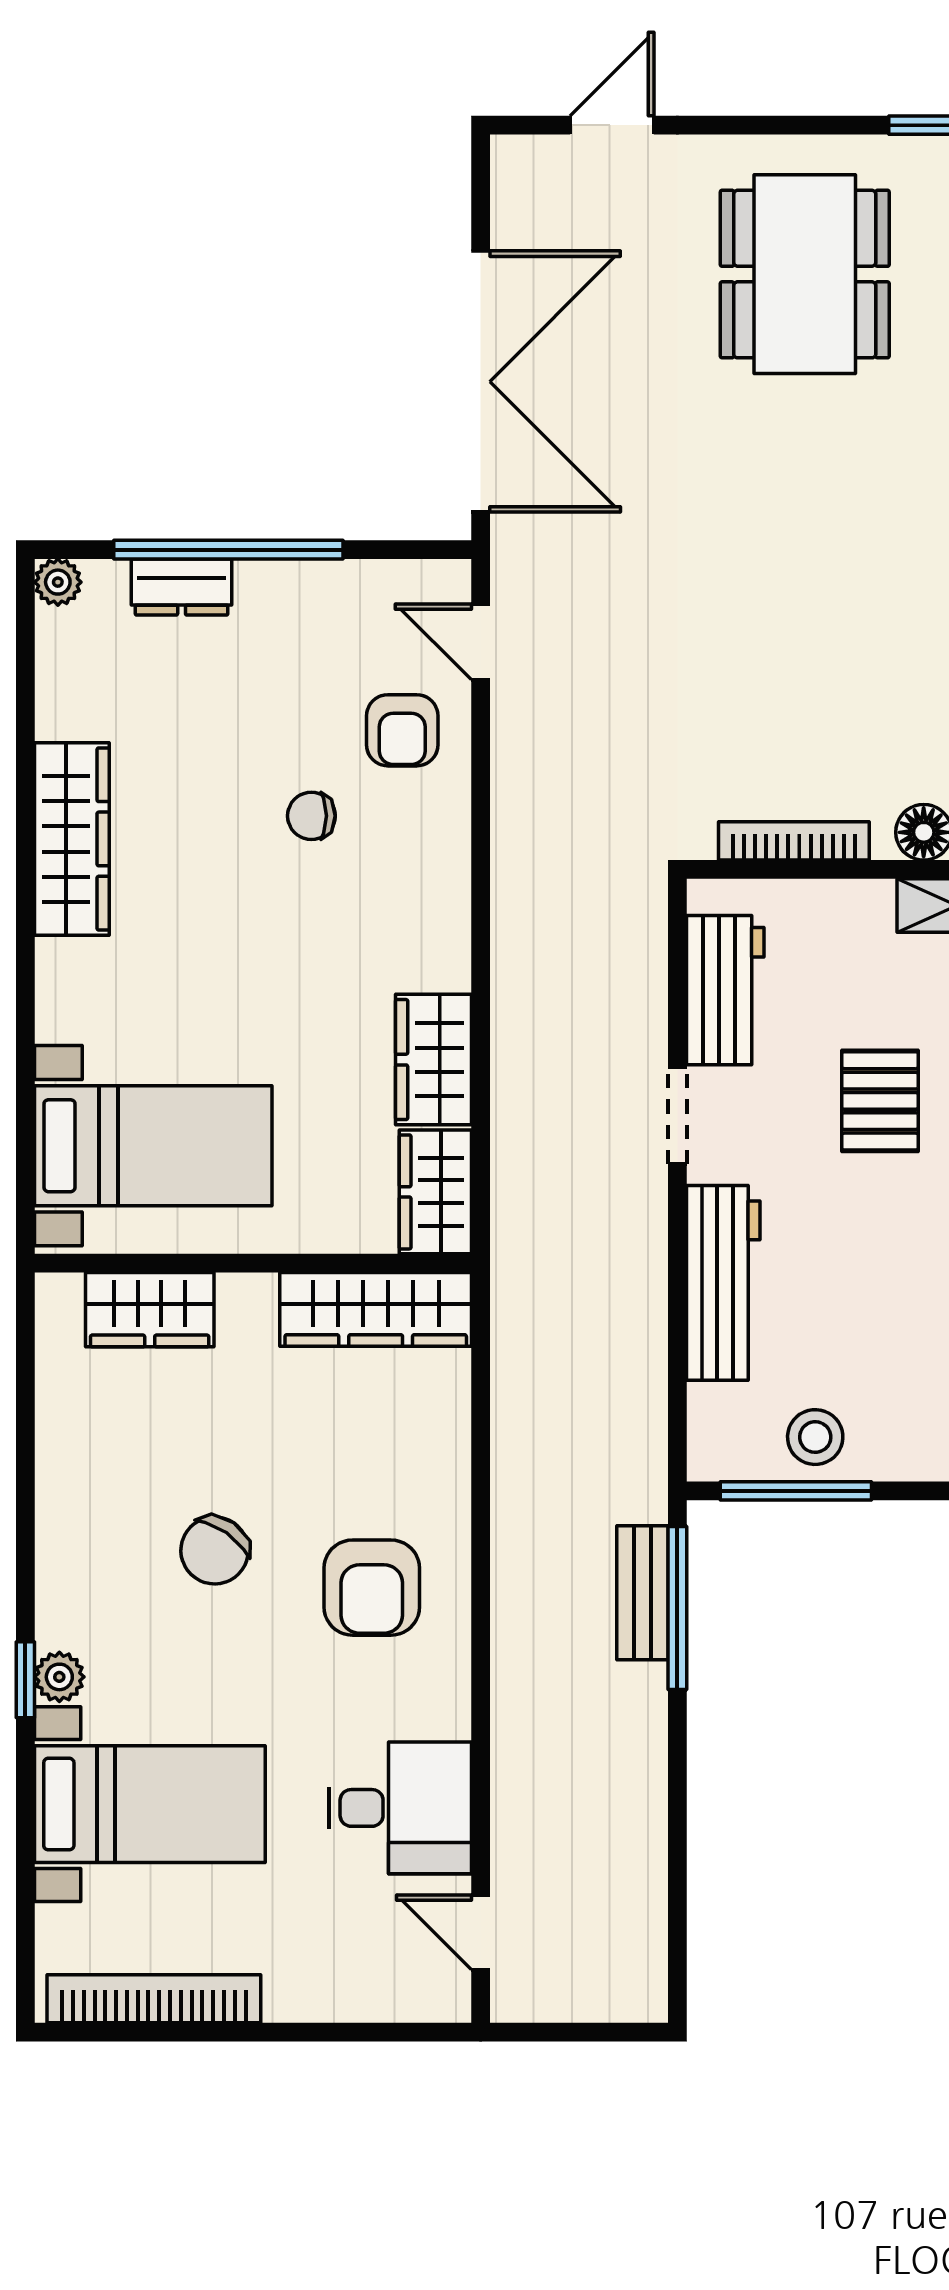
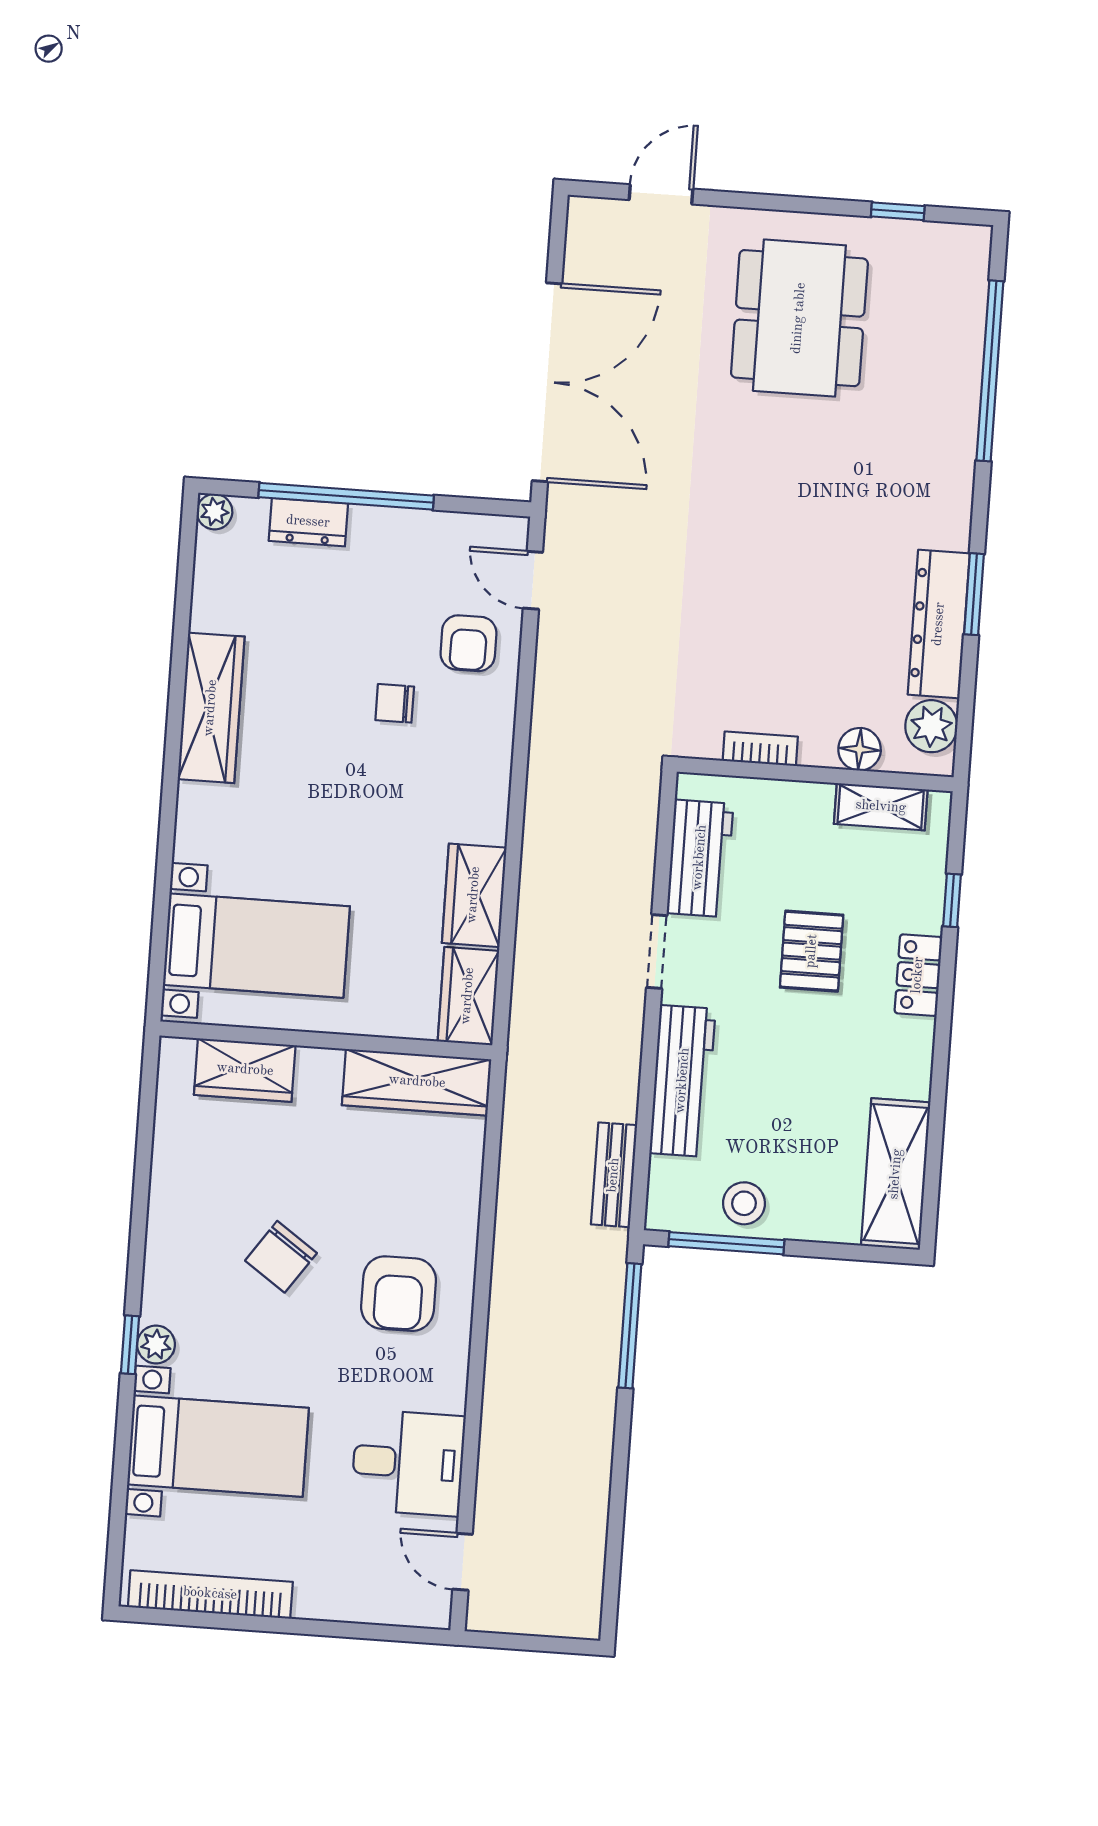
bookcase: (794, 841) -> (760, 749), width x0.64
bench: (643, 1593) -> (614, 1175), moved

